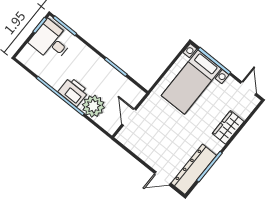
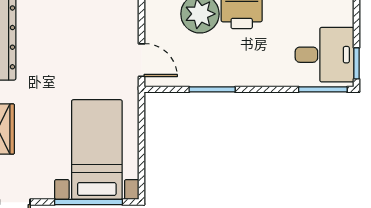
door: (129, 117) -> (142, 60), moved

